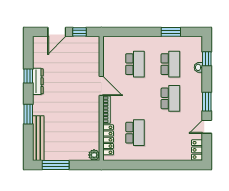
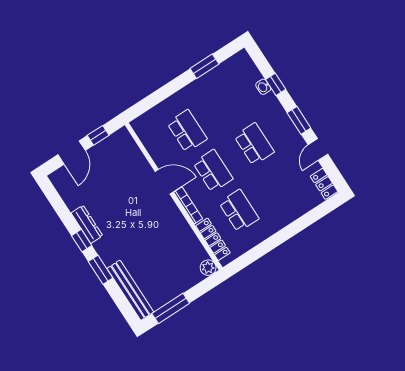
window: (207, 59) -> (276, 84), moved
school desk: (170, 64) -> (213, 171), moved
window: (28, 76) -> (82, 241), moved

